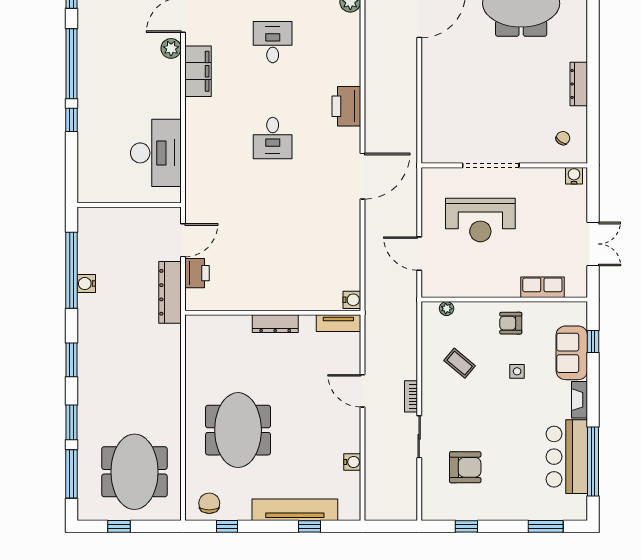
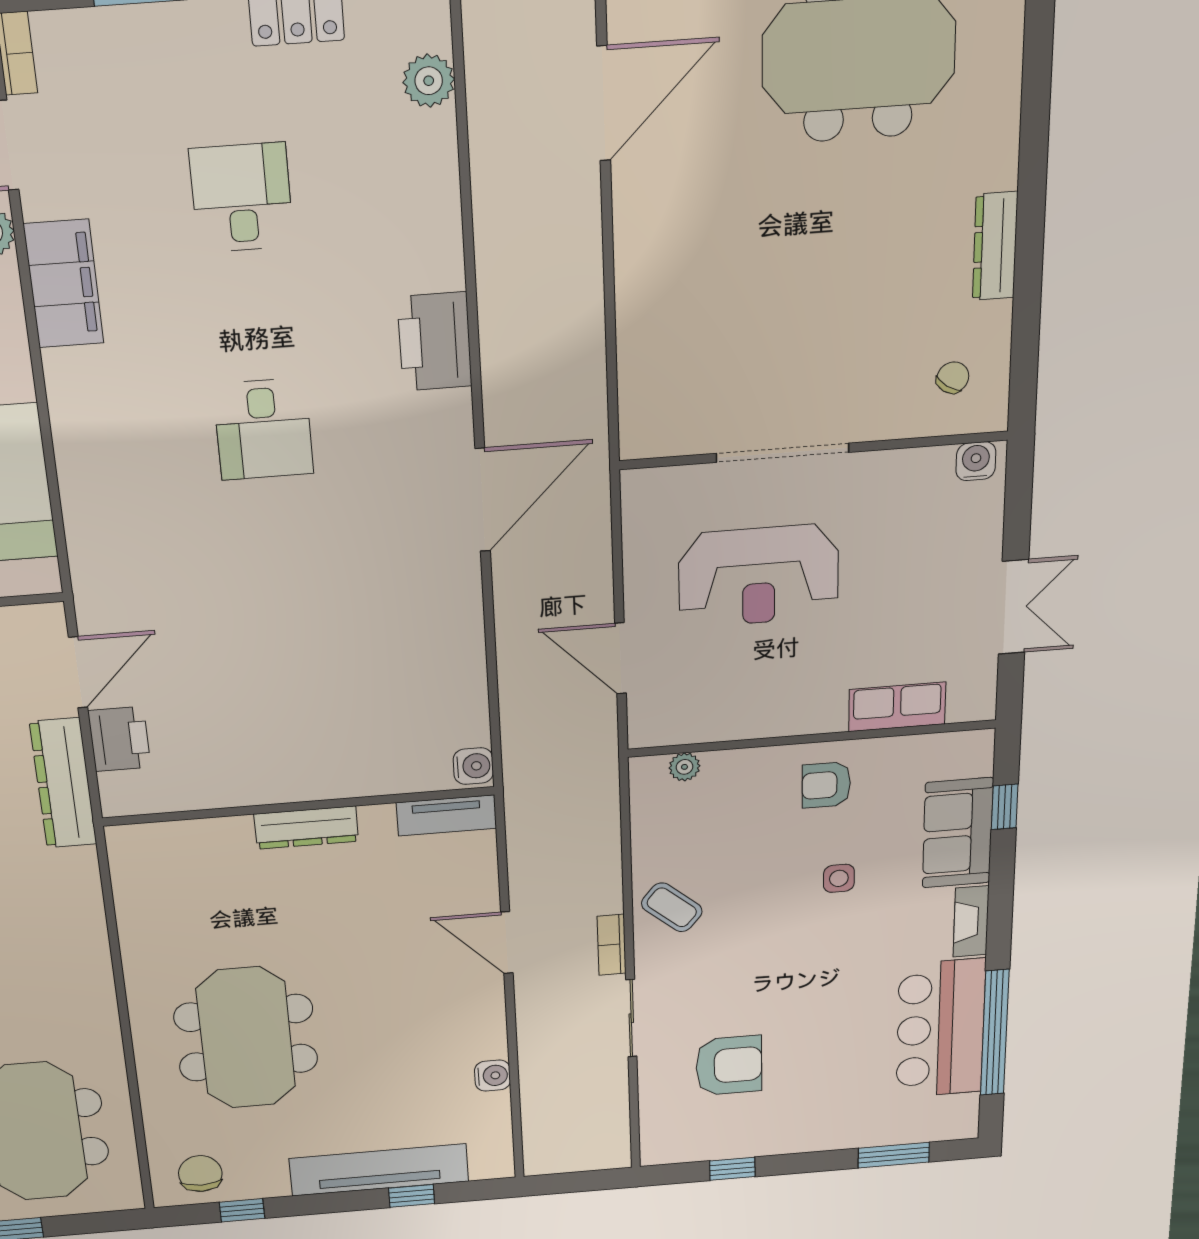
coffee table: (460, 363) -> (672, 907), moved

